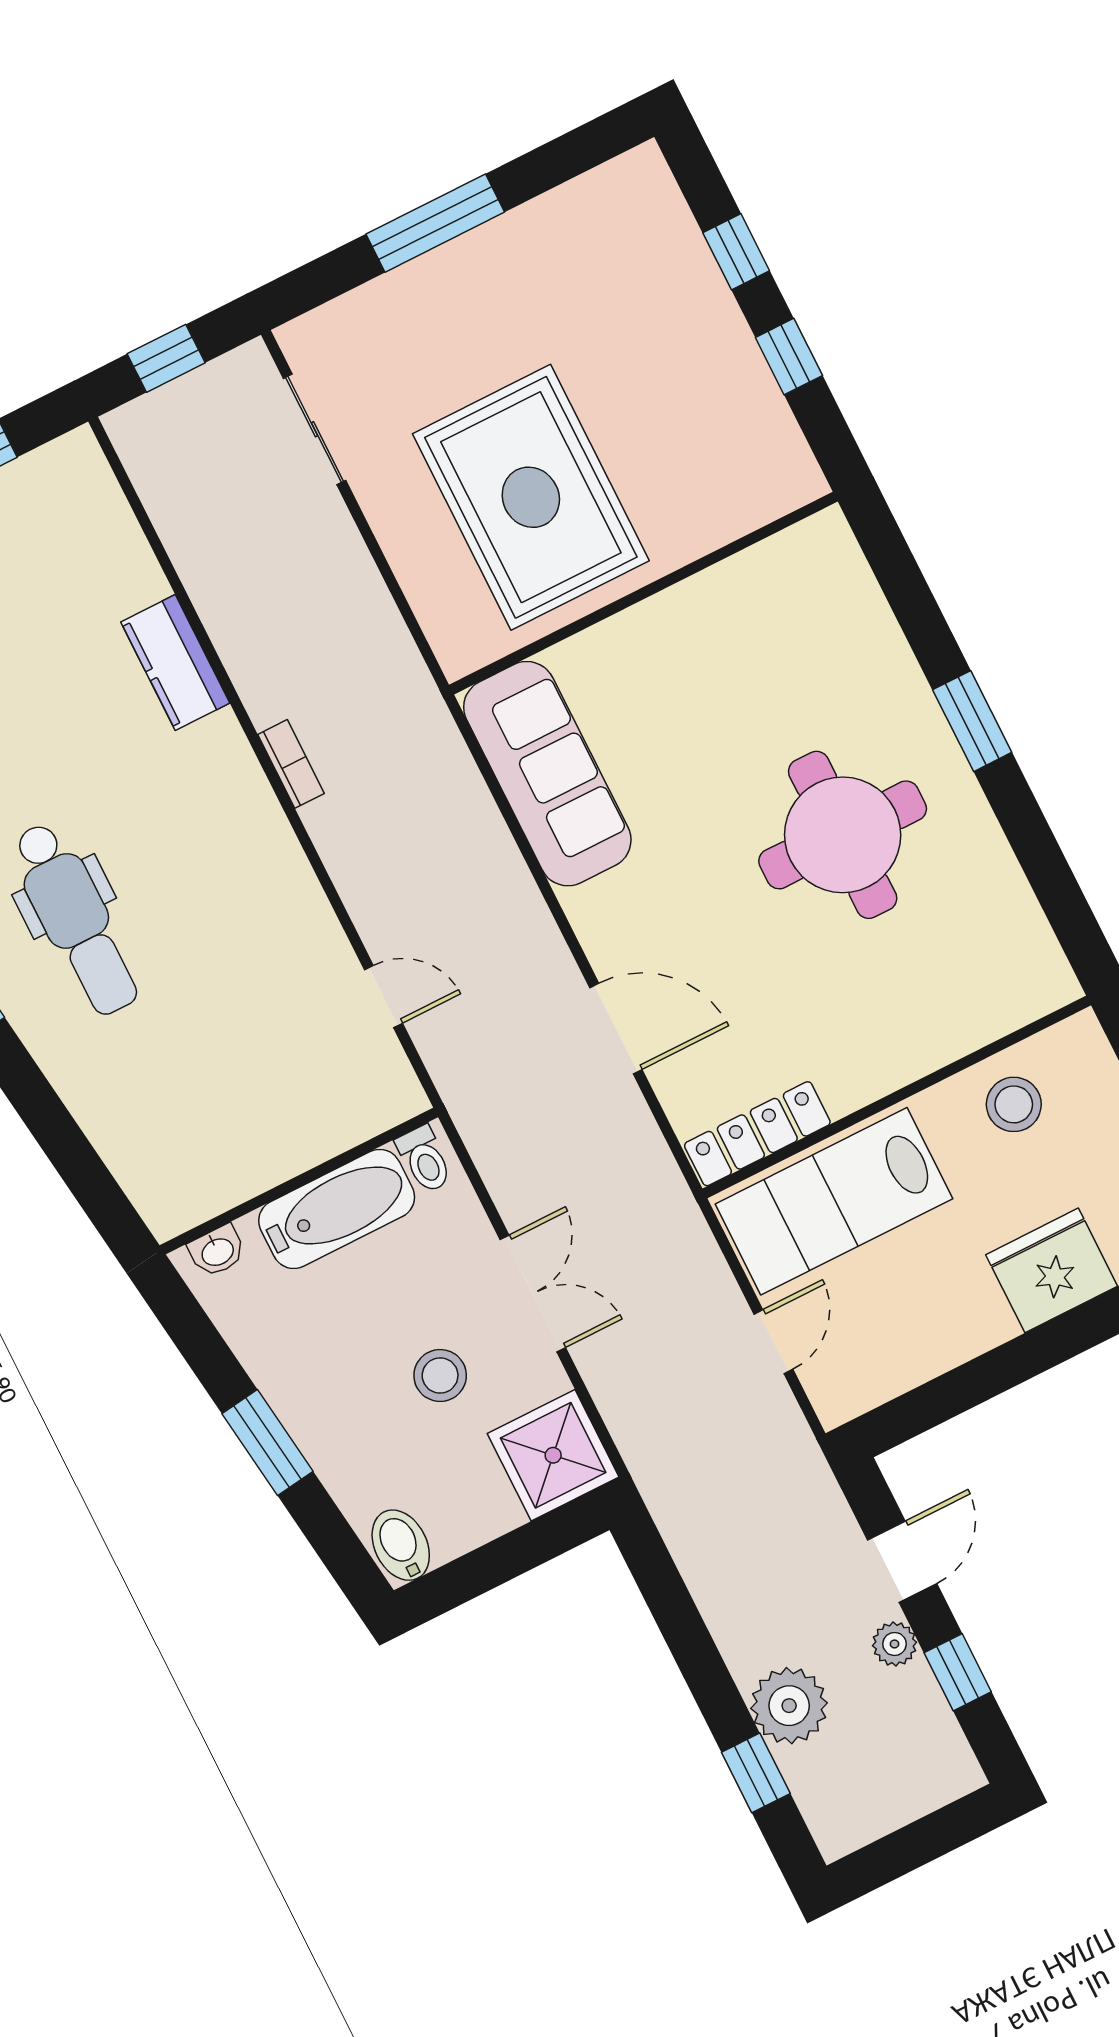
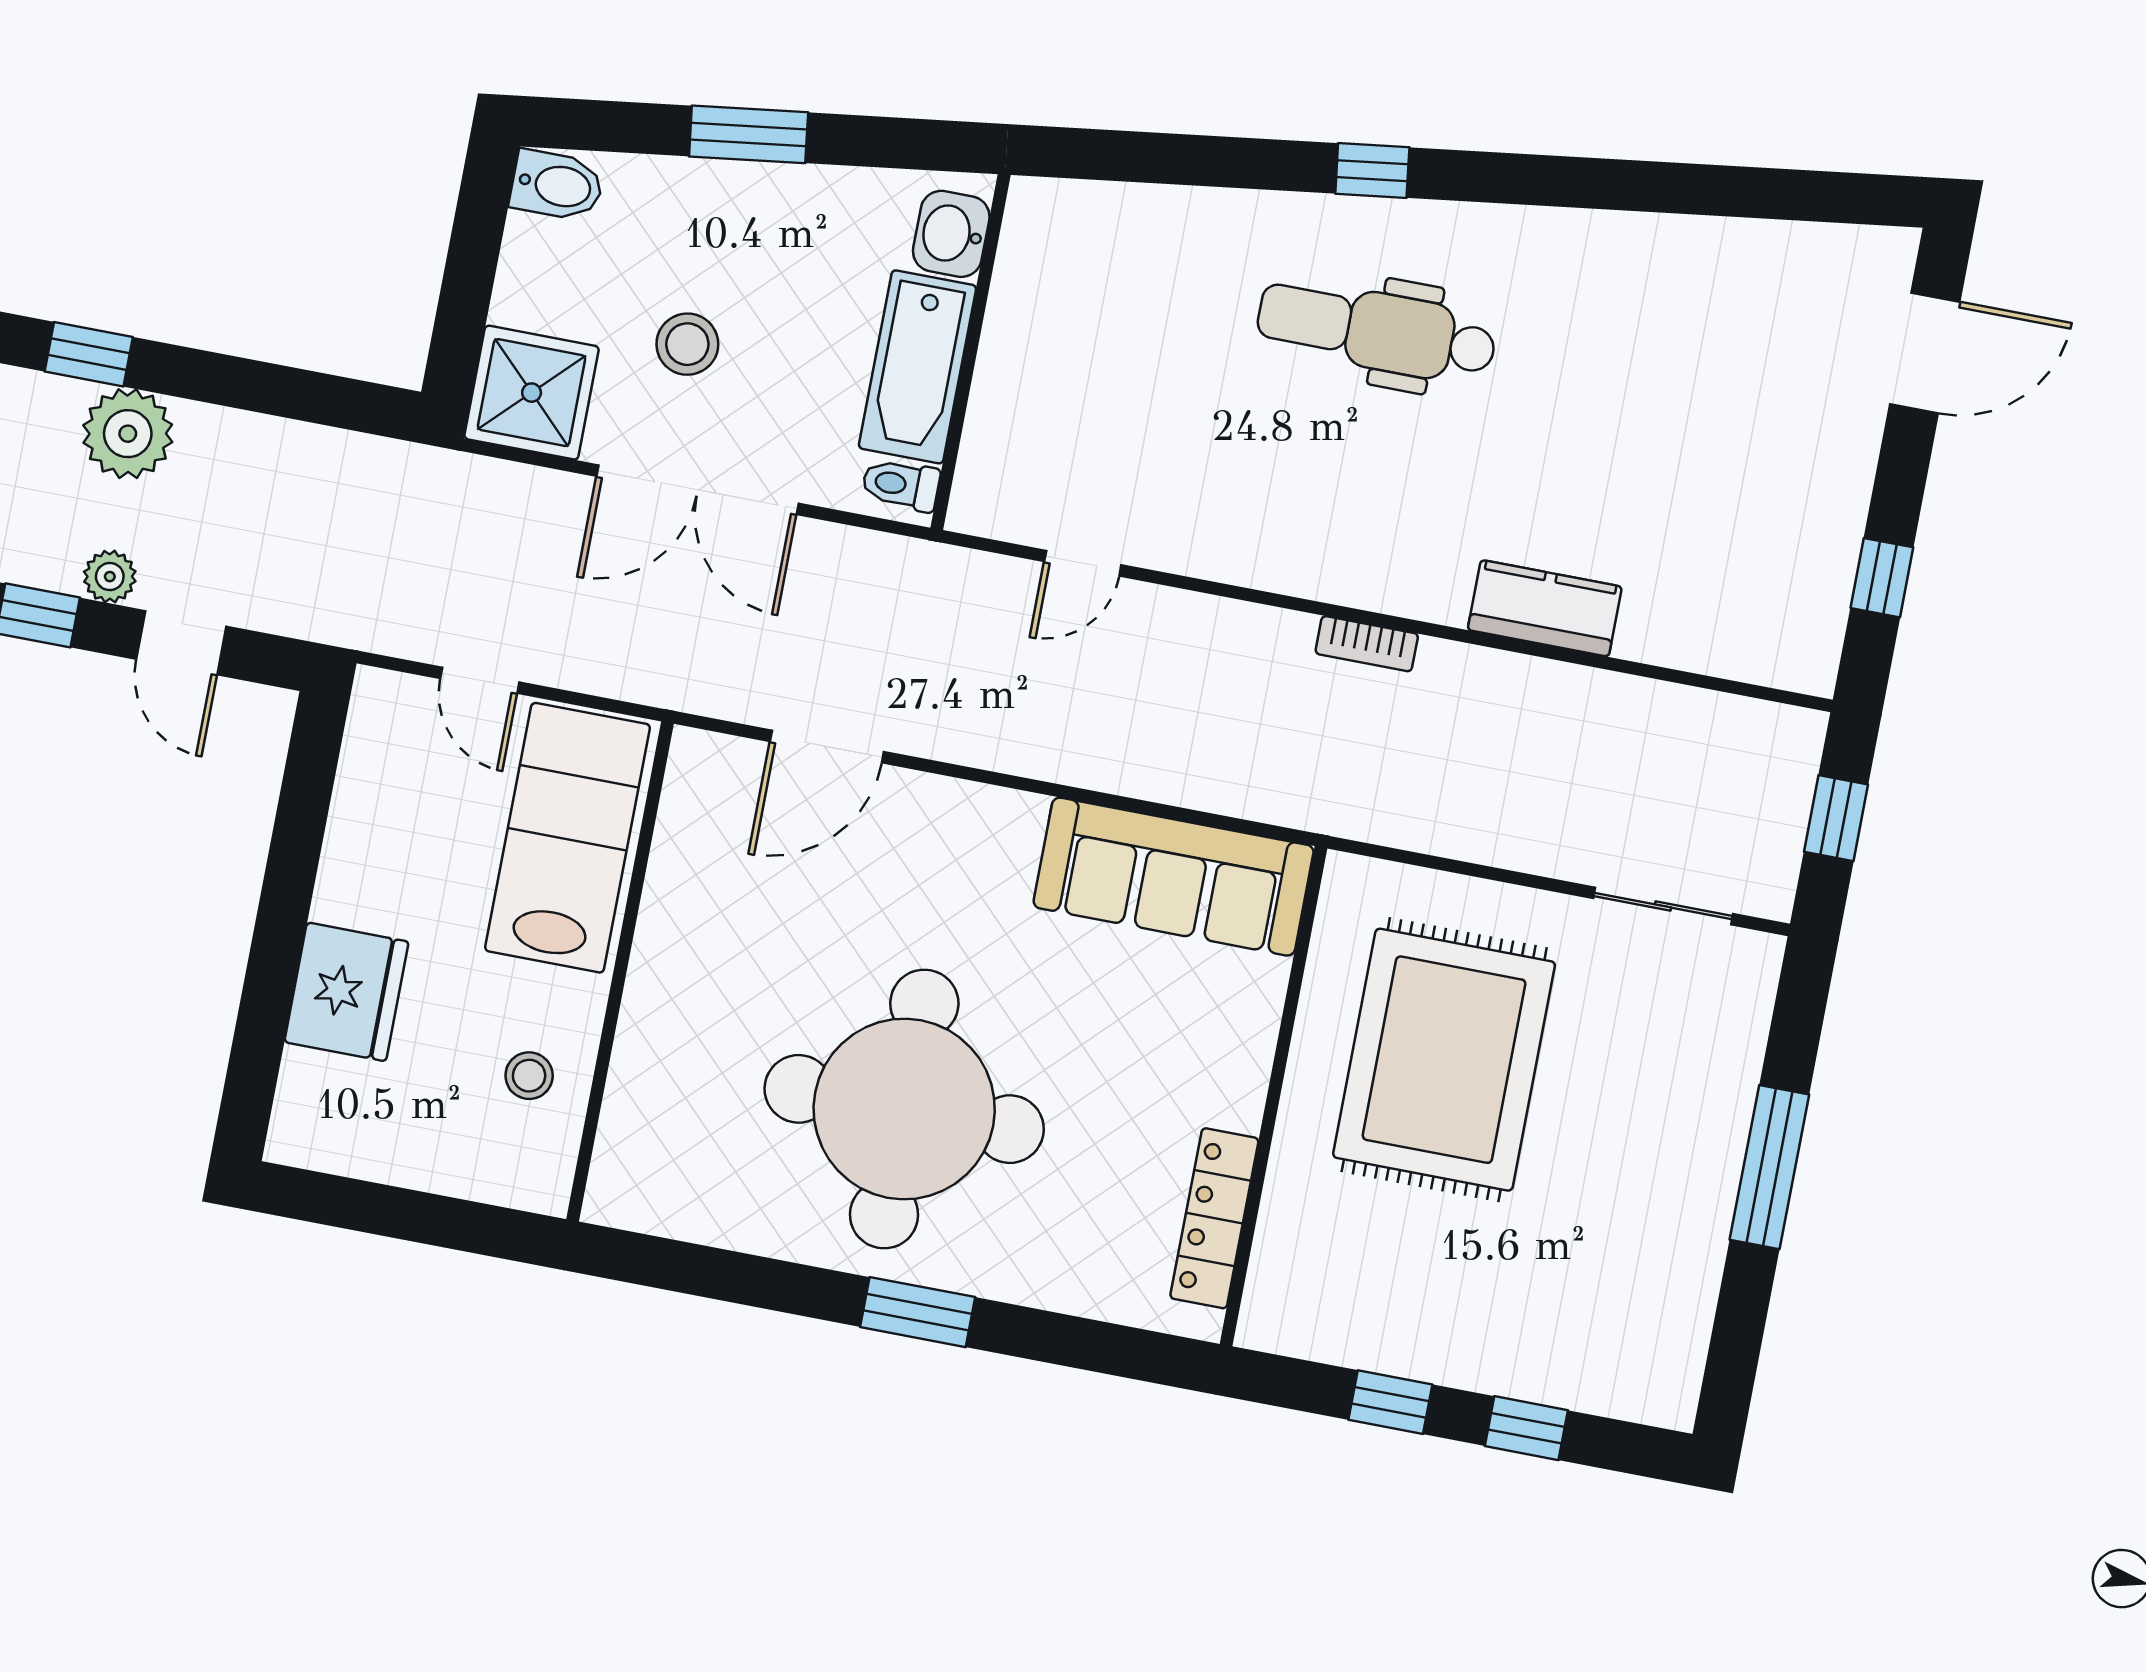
rug: (531, 497) -> (1444, 1060), turned 90
round table: (843, 835) -> (904, 1109), width x1.36, depth x1.36
door: (616, 1029) -> (827, 747), moved
stool: (1014, 1104) -> (529, 1076), width x0.73, depth x0.73
locker: (757, 1134) -> (1214, 1218), moved, turned 180
washbasin: (217, 1251) -> (951, 234), width x1.38, depth x1.45
double door: (533, 1293) -> (698, 490), width x1.37

